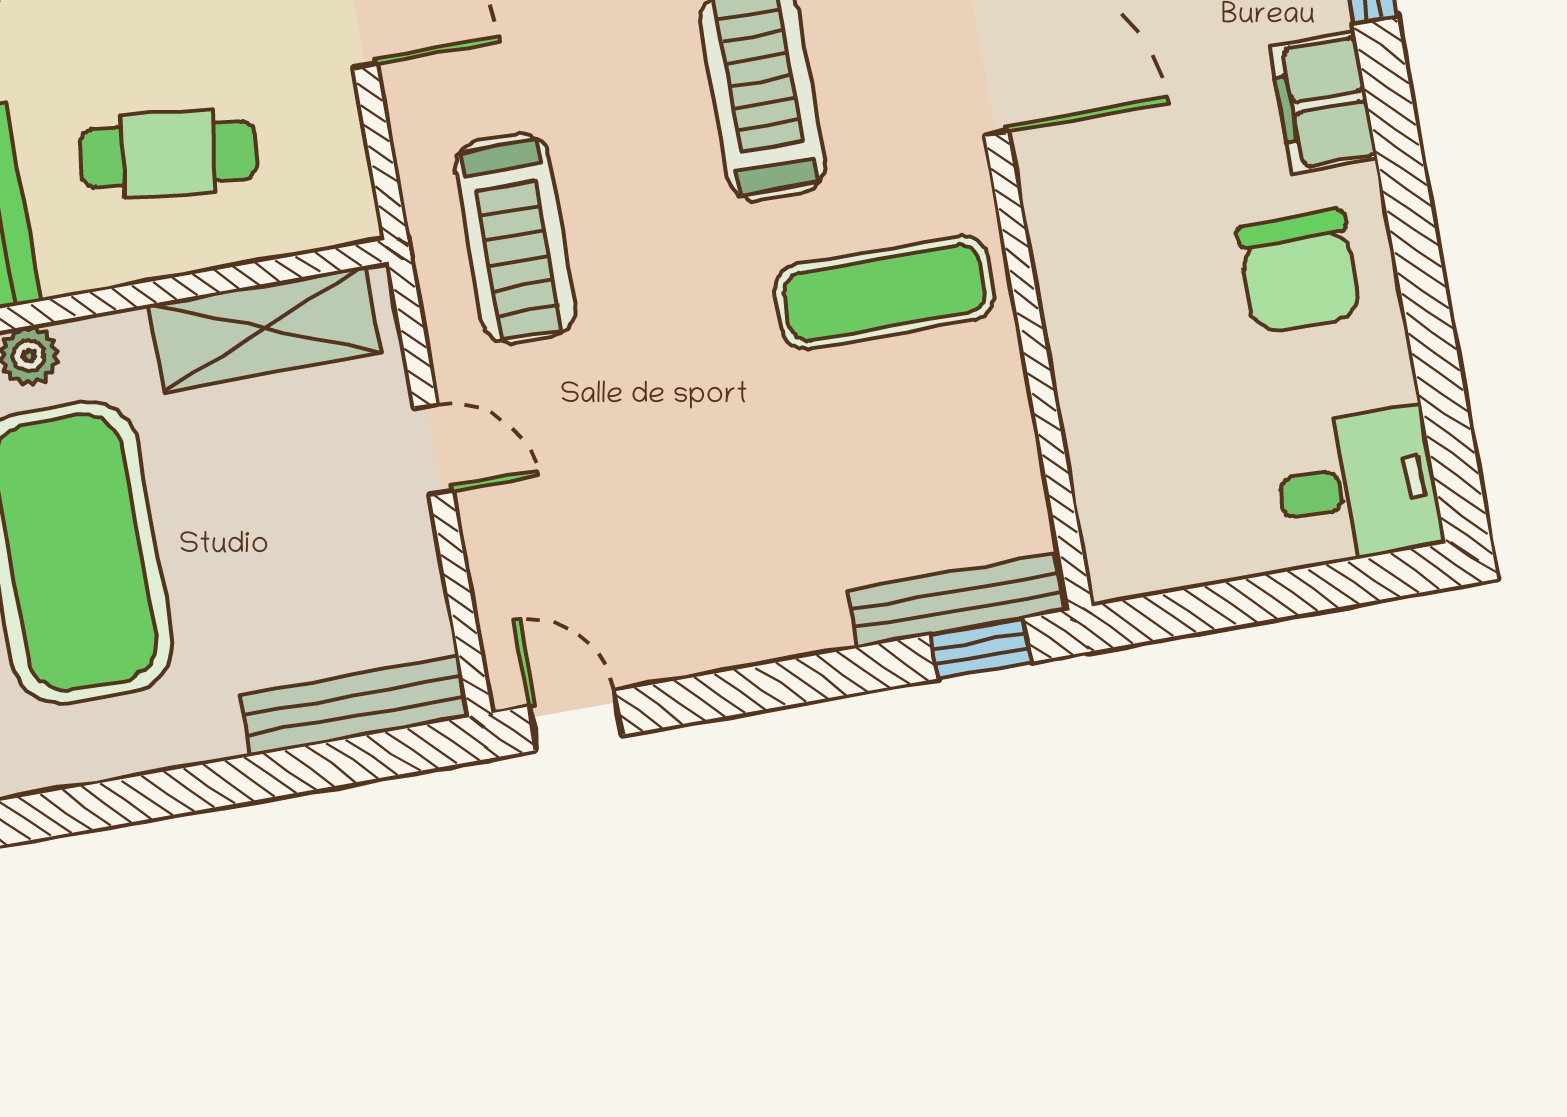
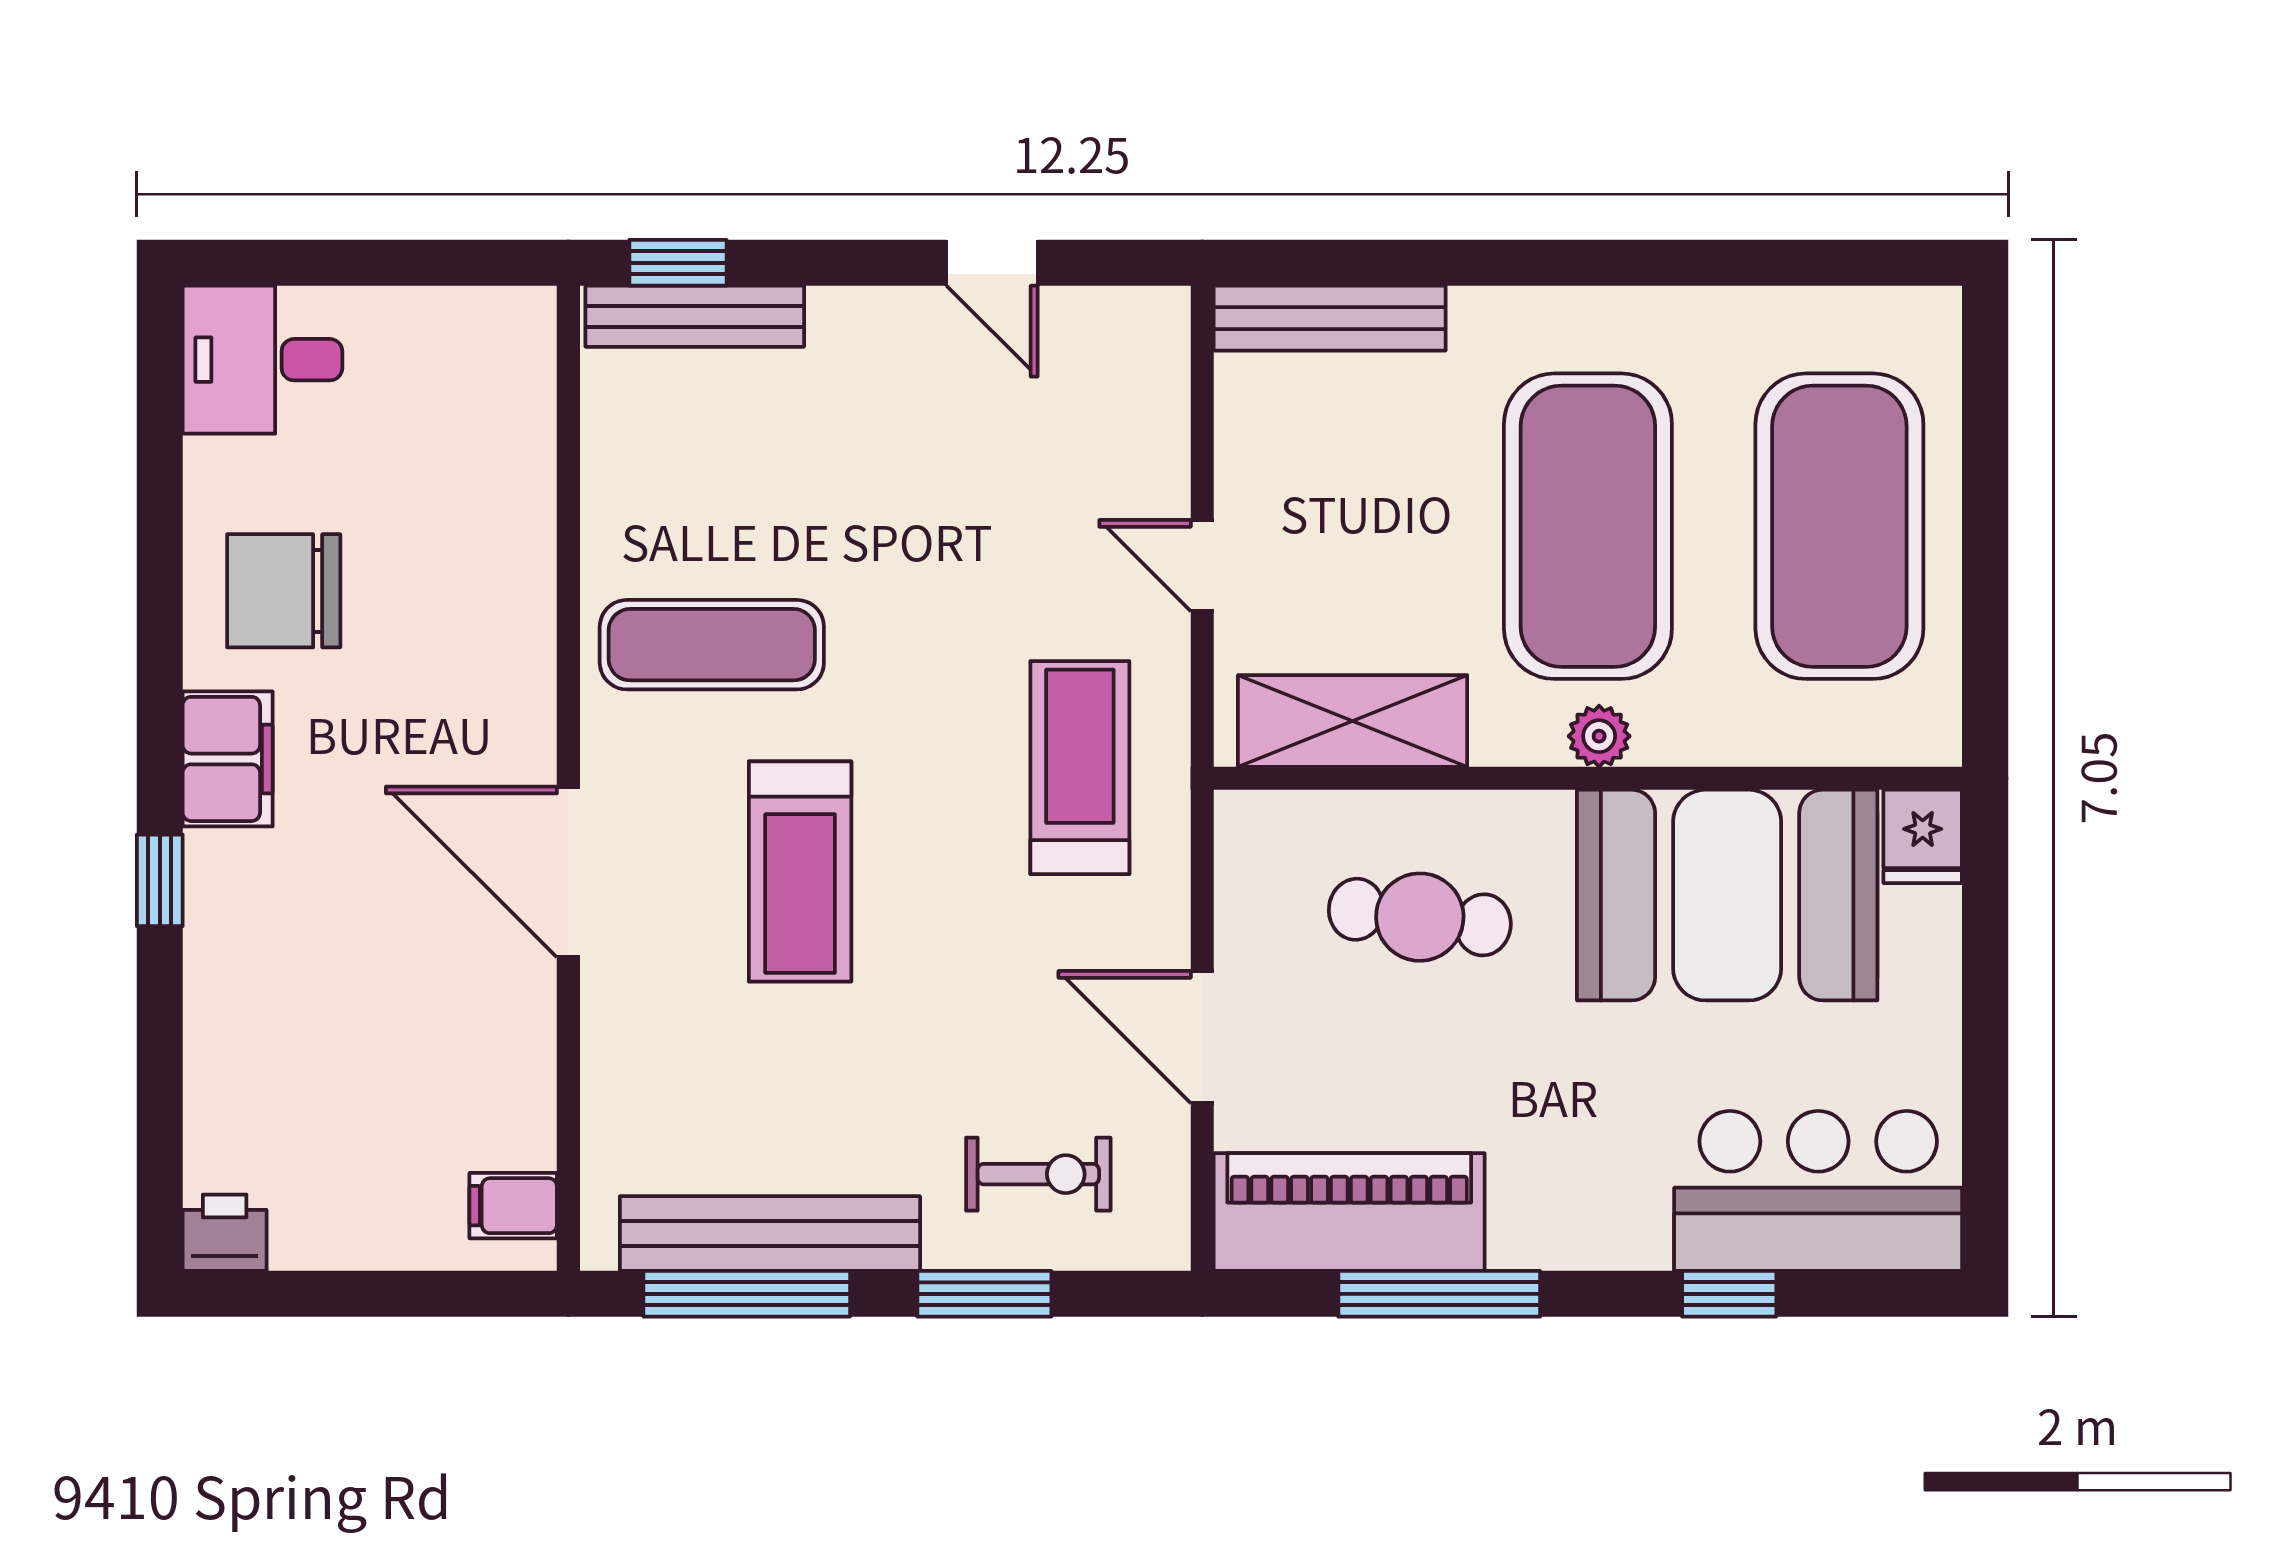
chair: (1299, 271) -> (284, 591), turned -90
door: (575, 721) -> (992, 263), moved

